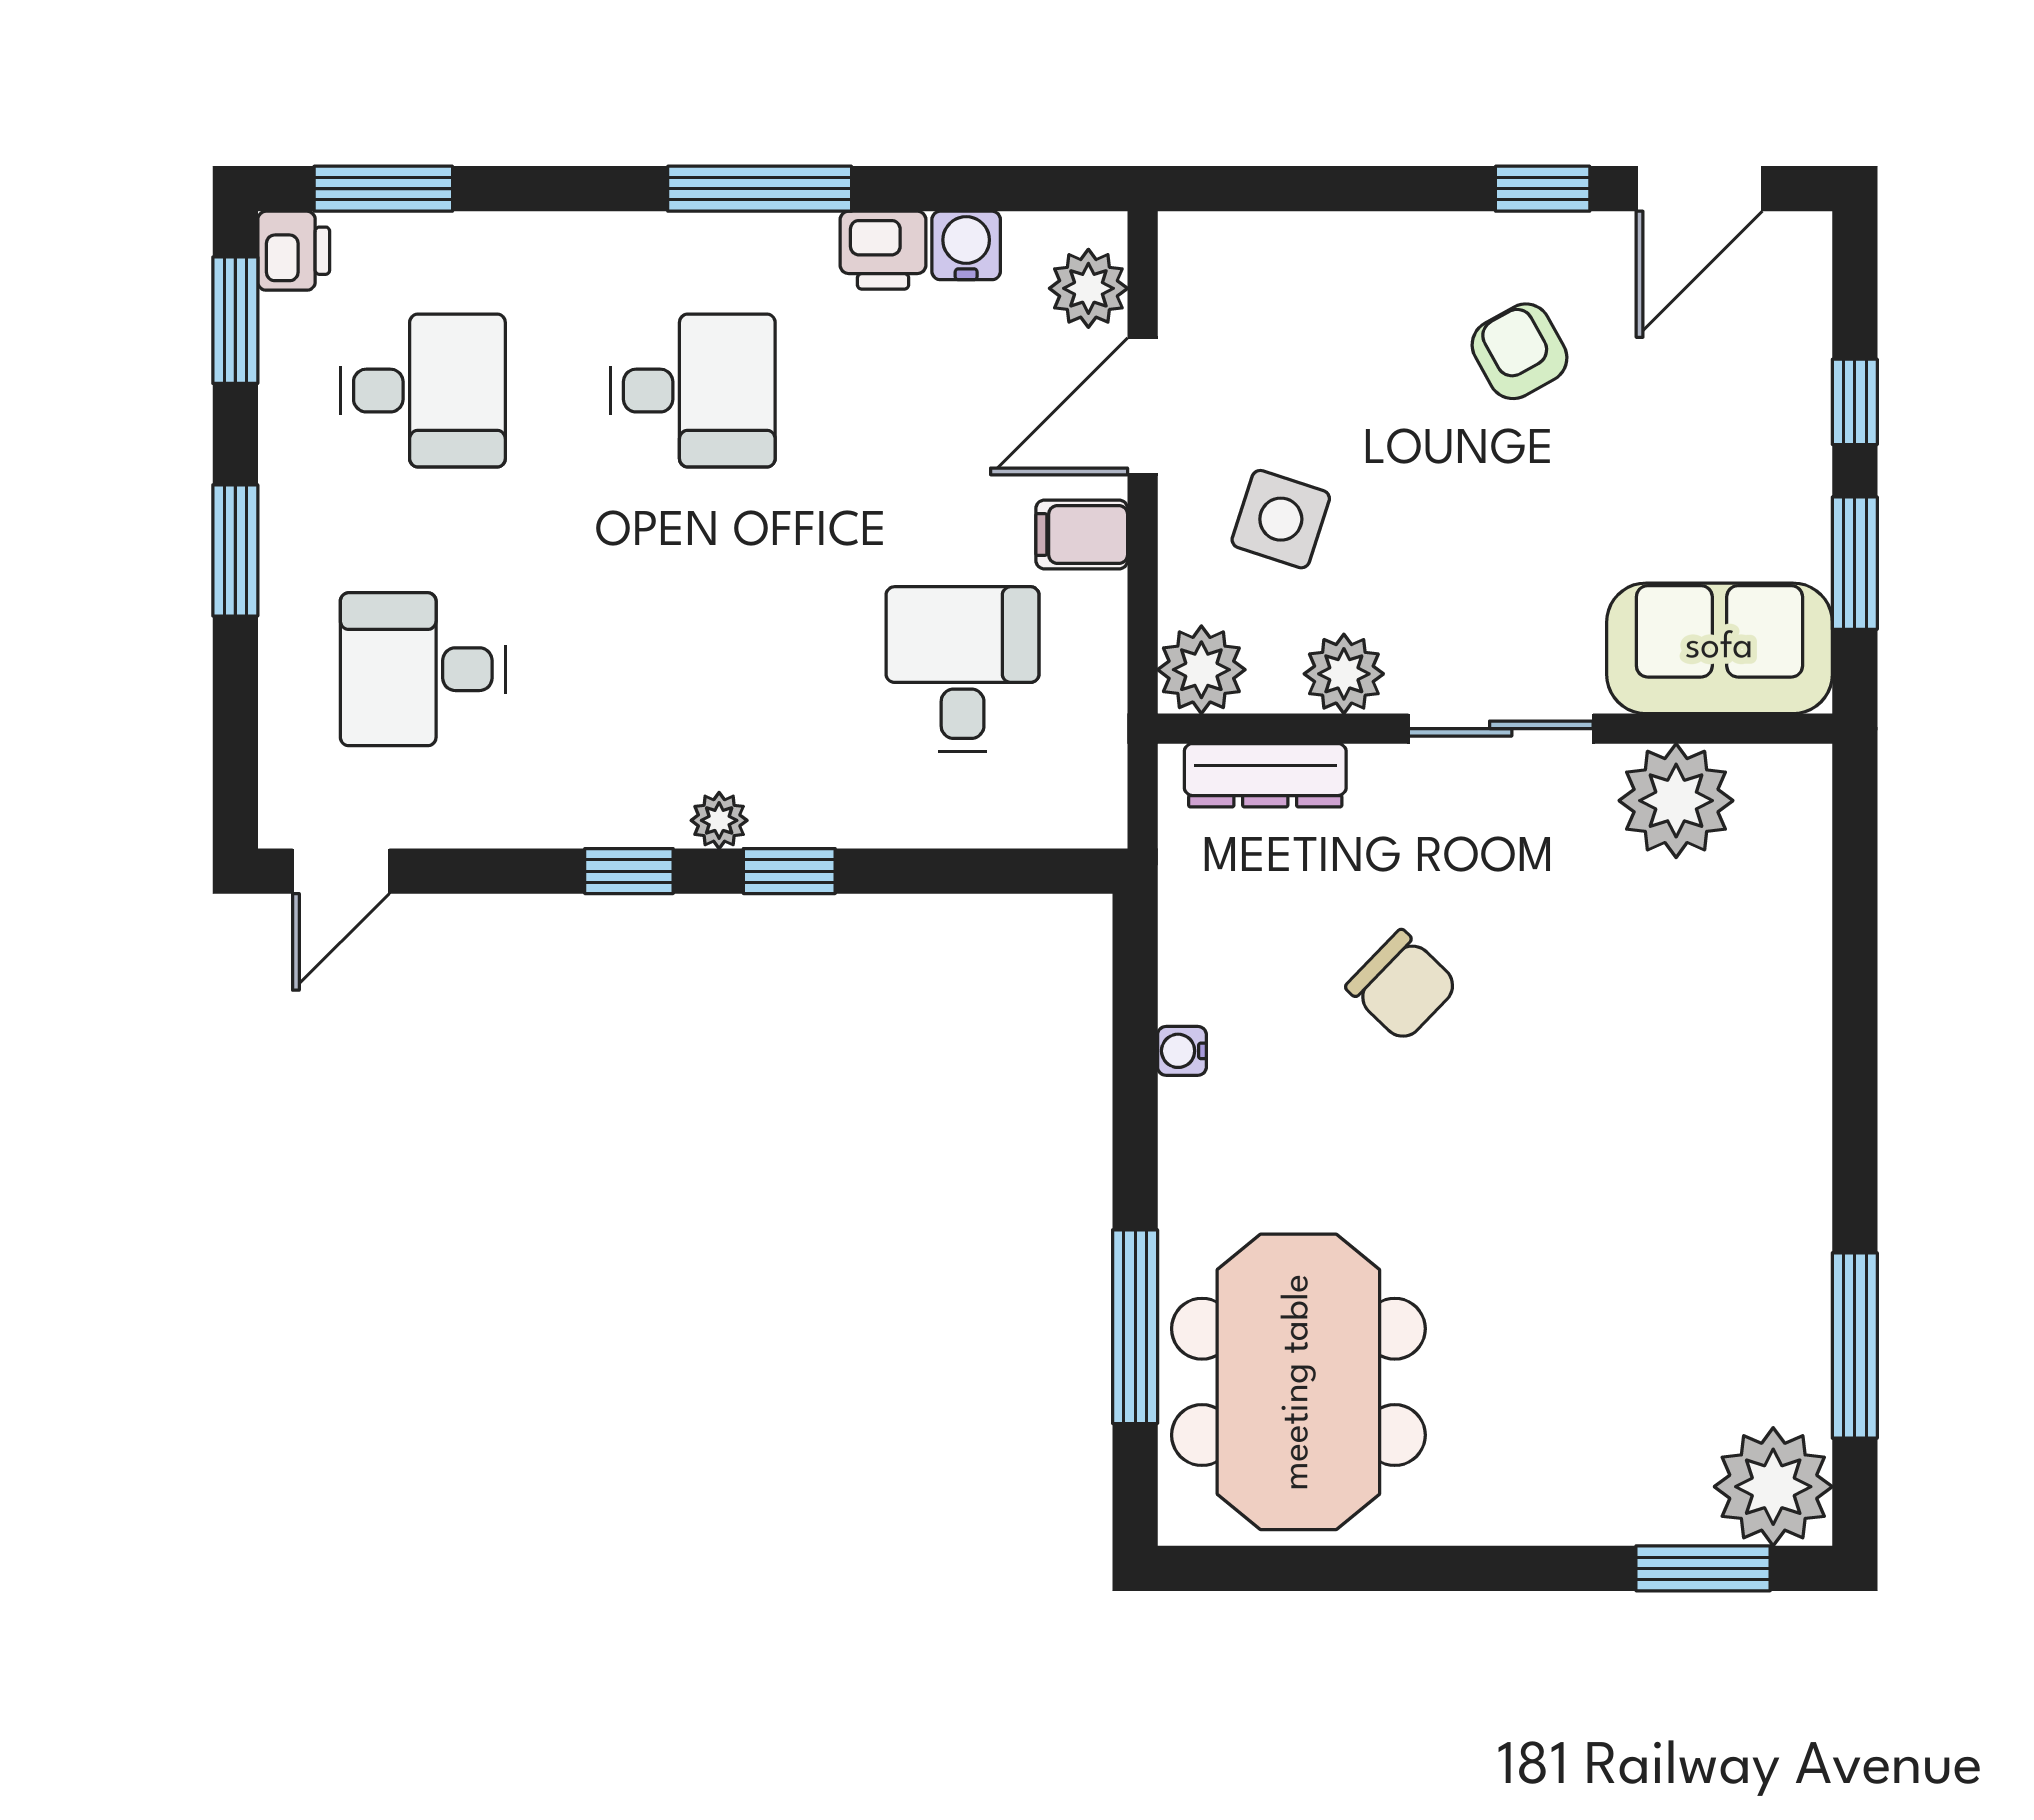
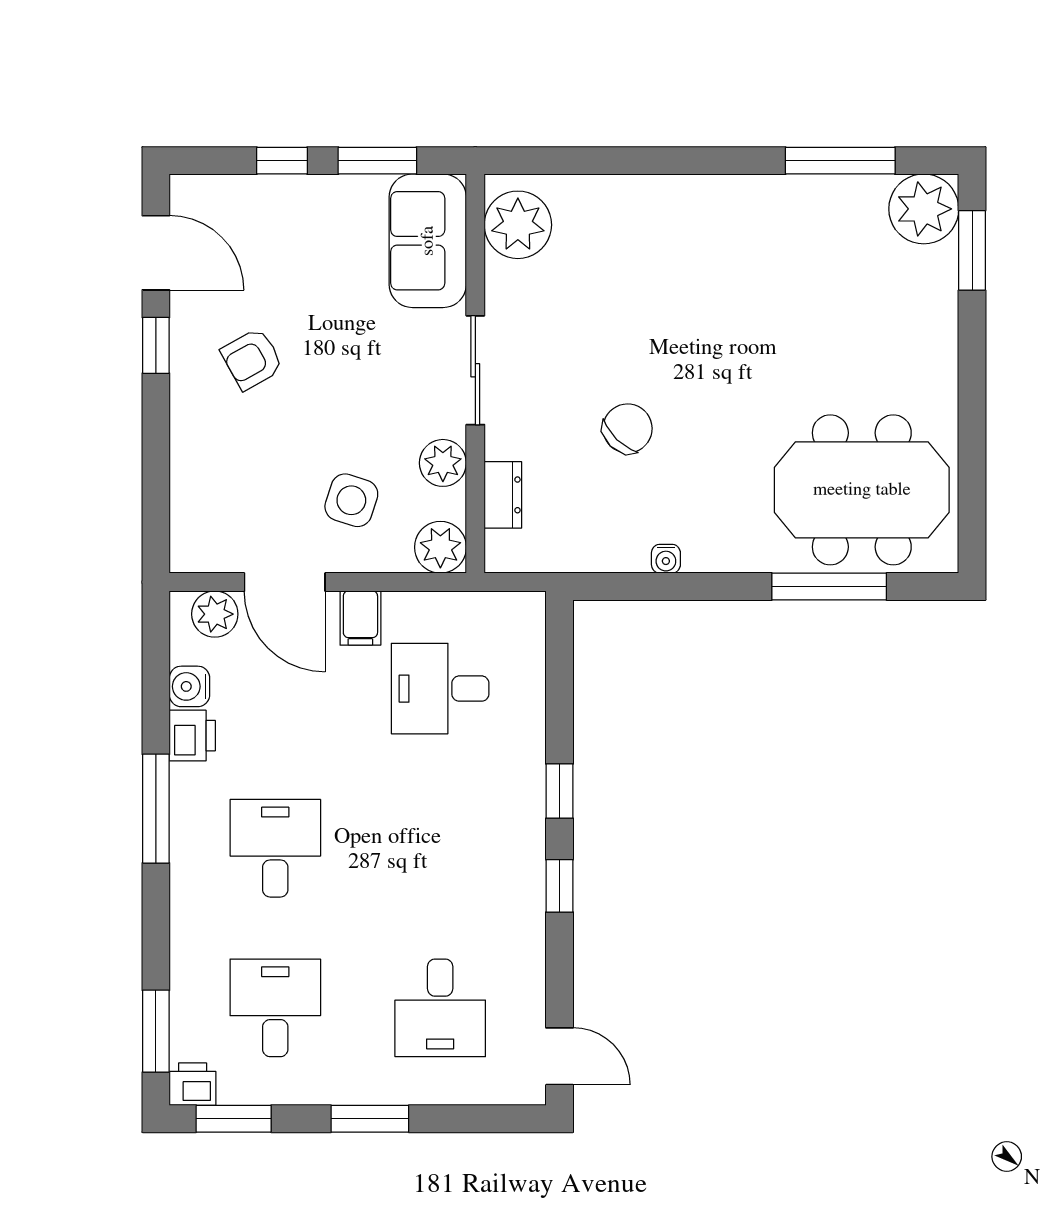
dresser: (1265, 775) -> (503, 495), width x0.70
plant: (1676, 801) -> (518, 225), moved
plant: (719, 820) -> (530, 833), removed

